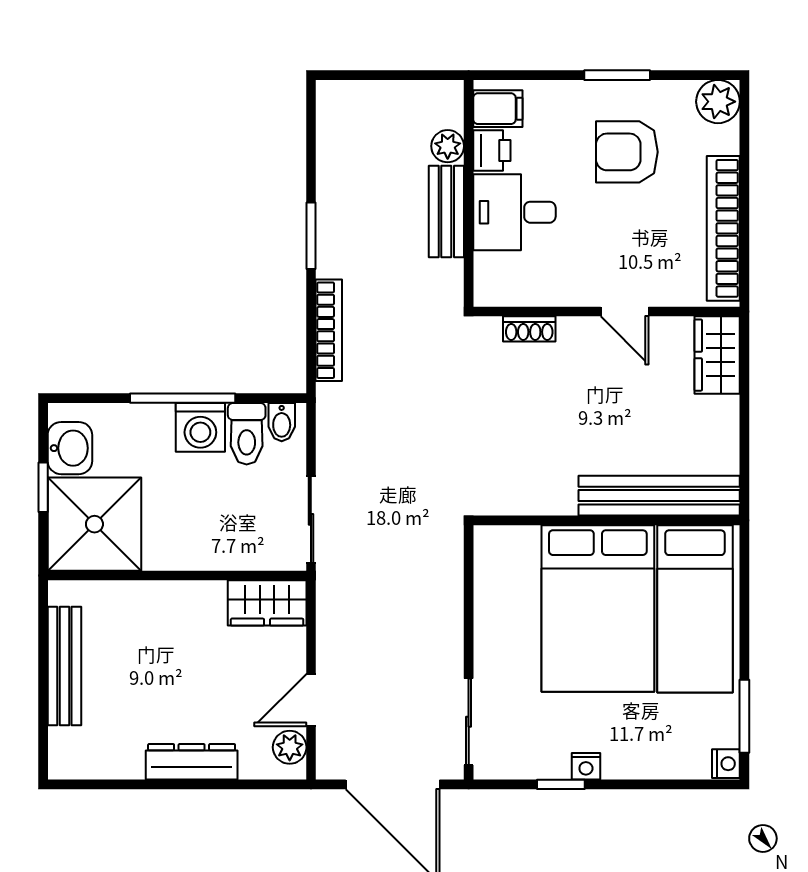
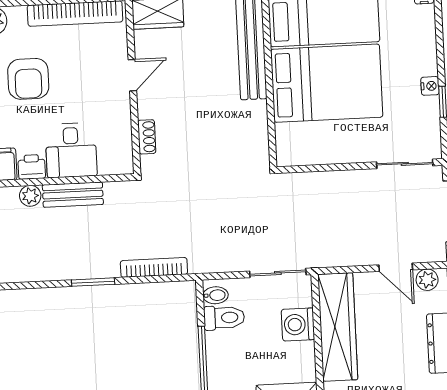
washing machine: (200, 427) -> (298, 324), moved, turned 180
wardrobe: (267, 603) -> (338, 327), width x2.10, depth x1.17

